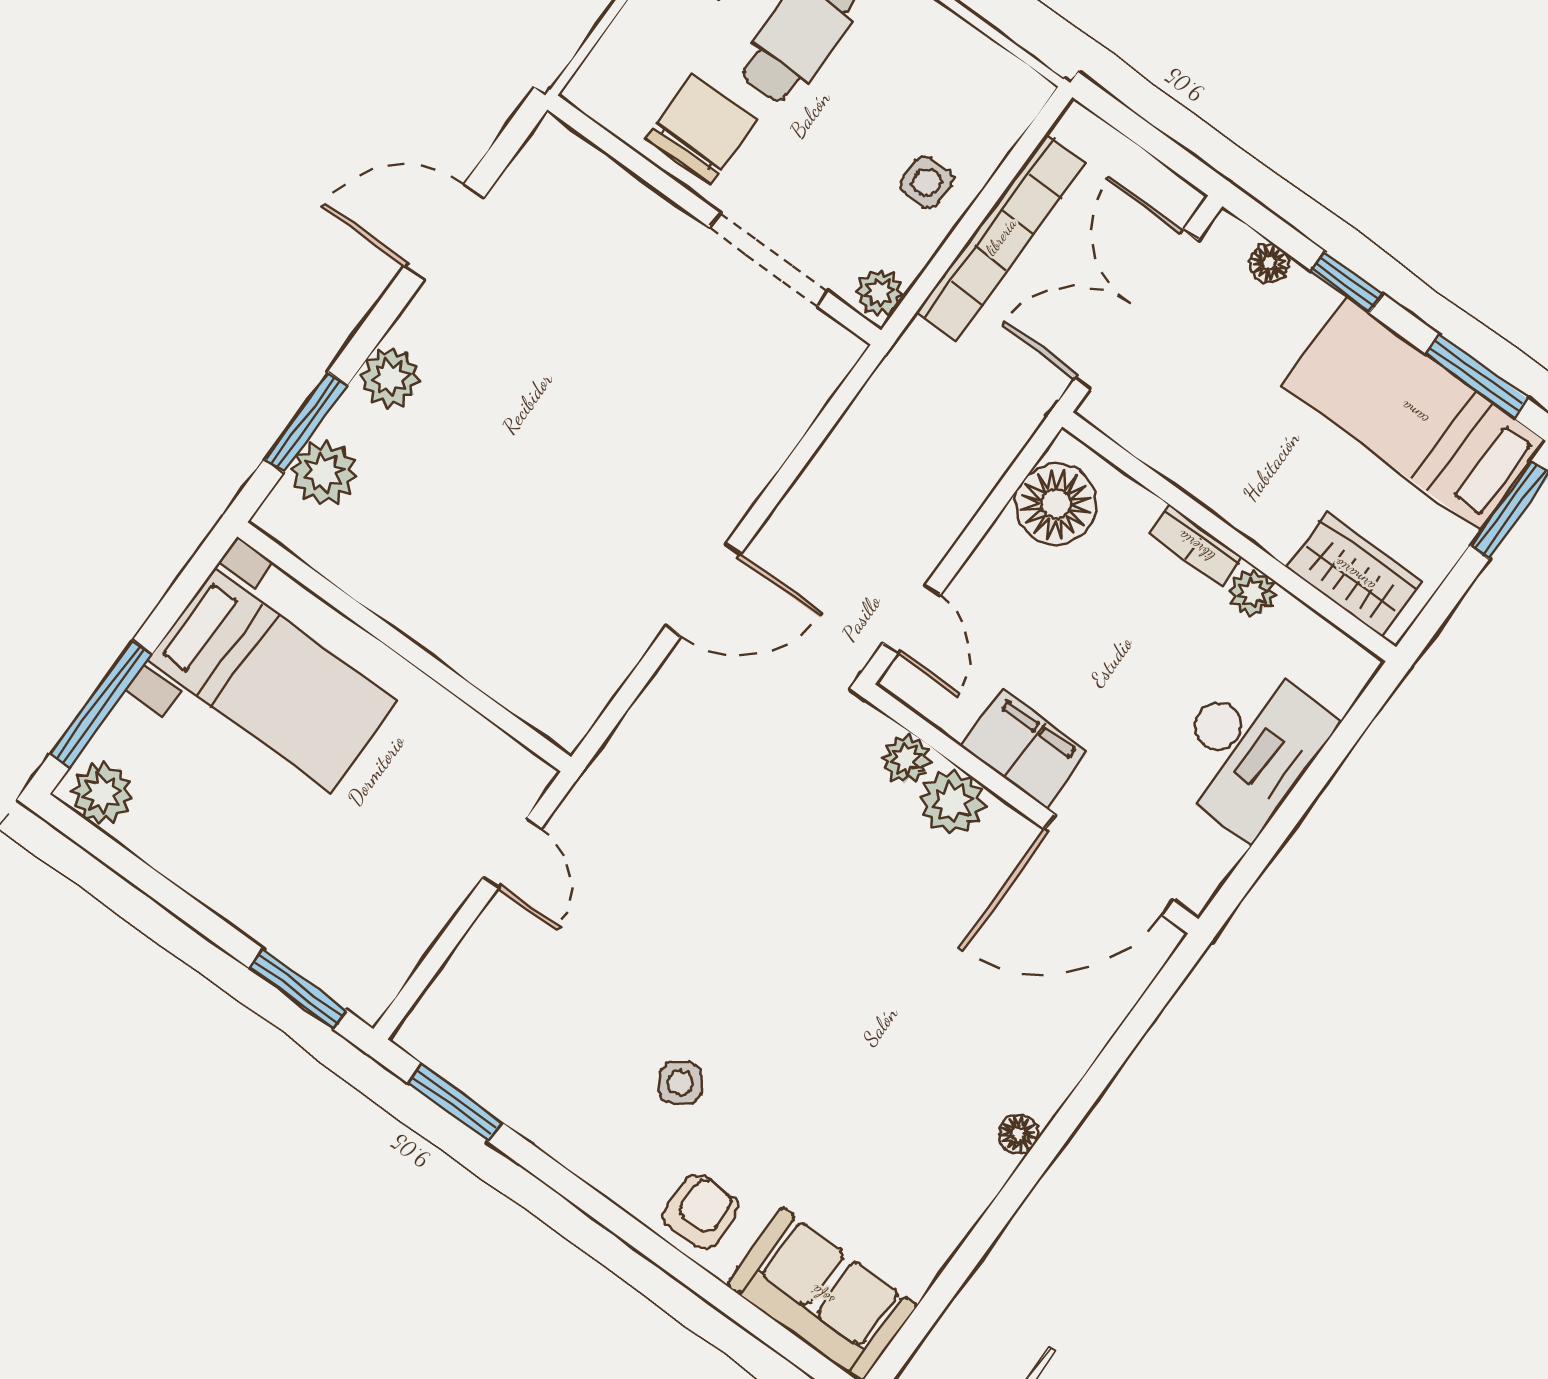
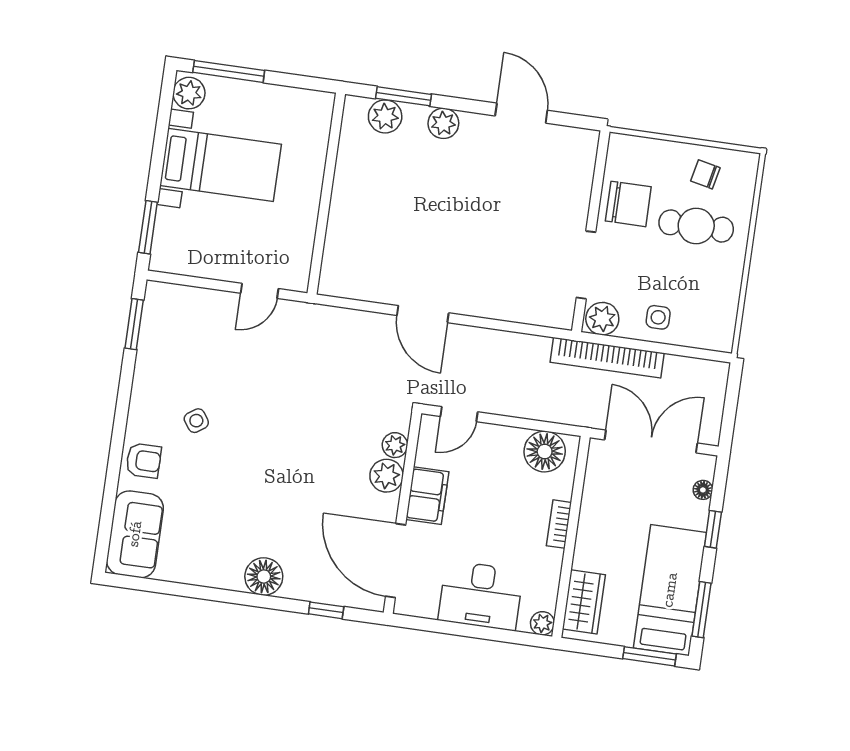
bookcase: (1001, 237) -> (607, 358), moved
plant: (879, 293) -> (602, 319), width x1.38, depth x1.38
plant: (1253, 593) -> (542, 623), moved
bed with nightstands: (273, 680) -> (221, 165), moved, turned -90
window: (1131, 1032) -> (326, 610), added
floor lamp: (1018, 1134) -> (264, 577), width x1.89, depth x1.89

